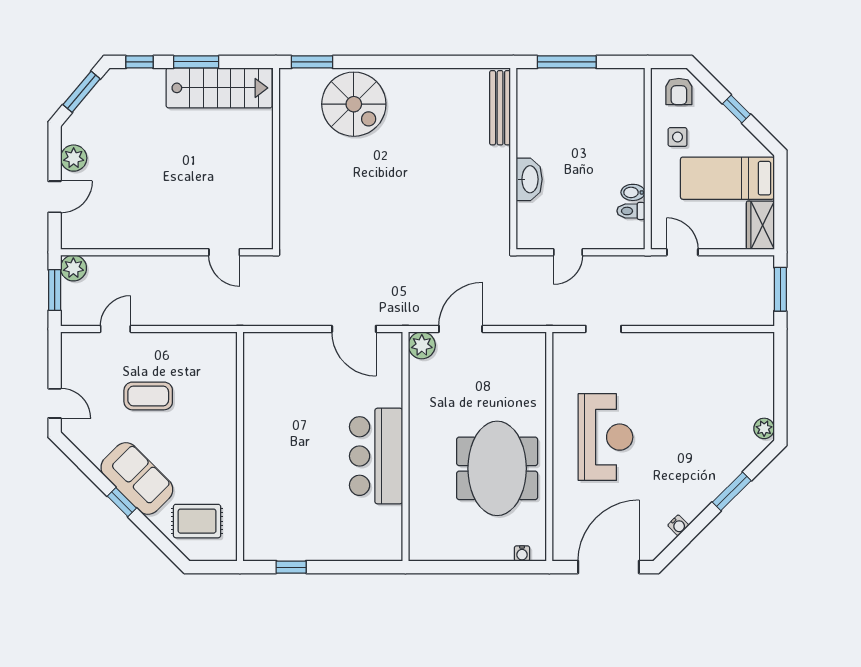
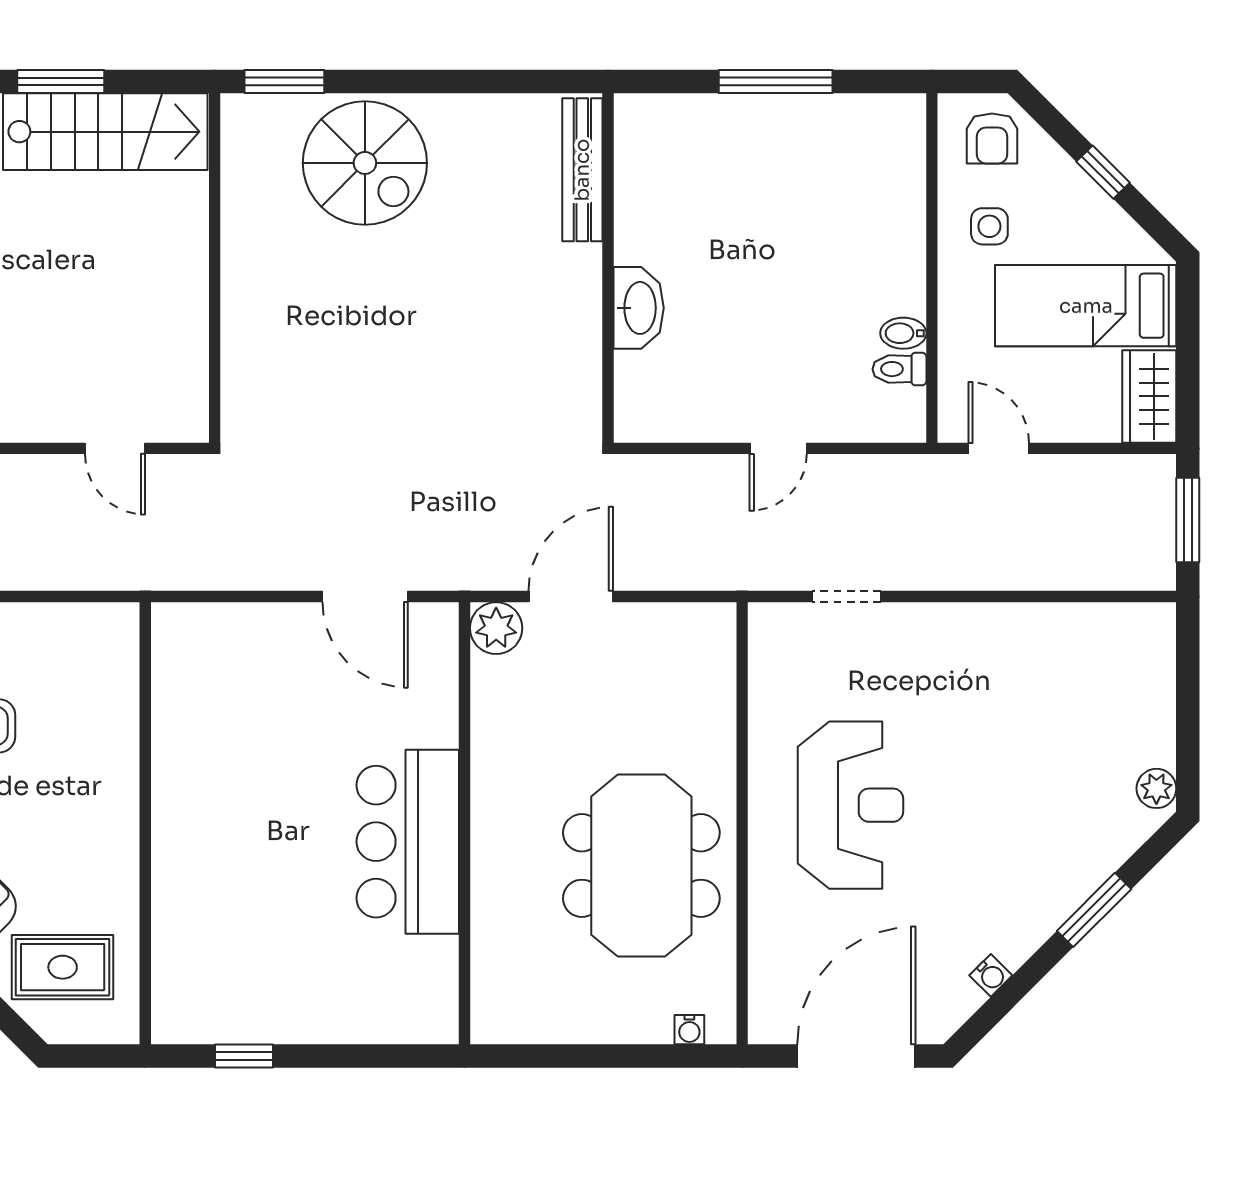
bench: (500, 108) -> (582, 170), moved
wall: (513, 159) -> (608, 268), moved
washbasin: (529, 179) -> (639, 308), moved

